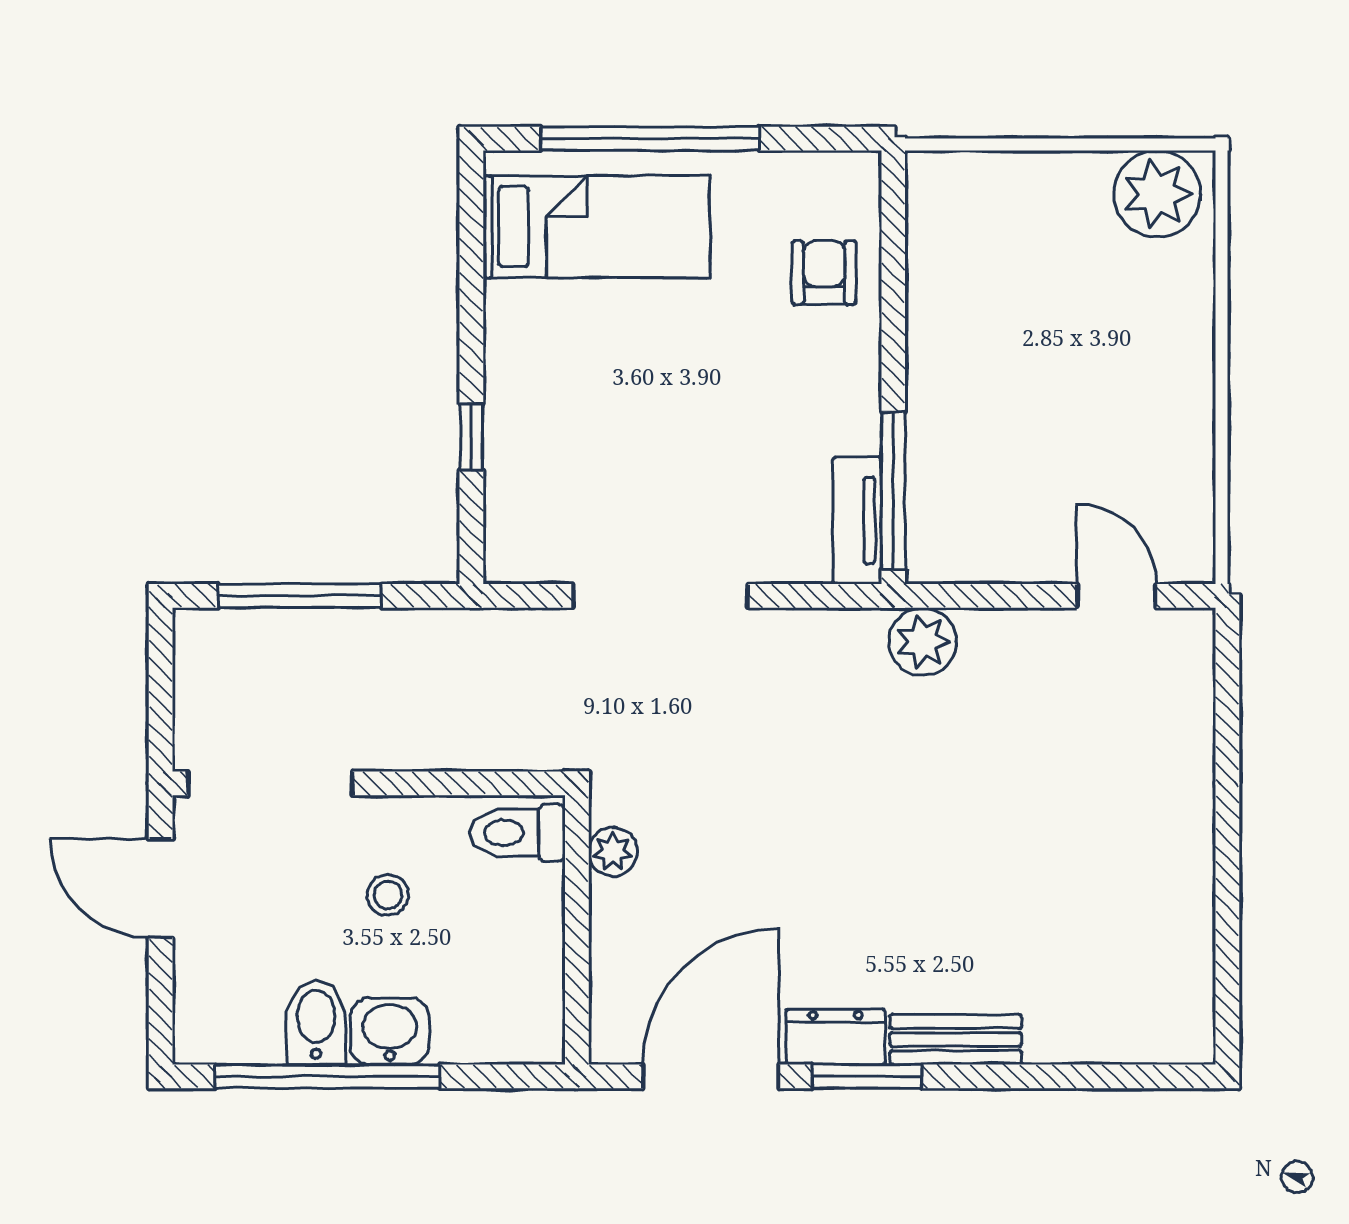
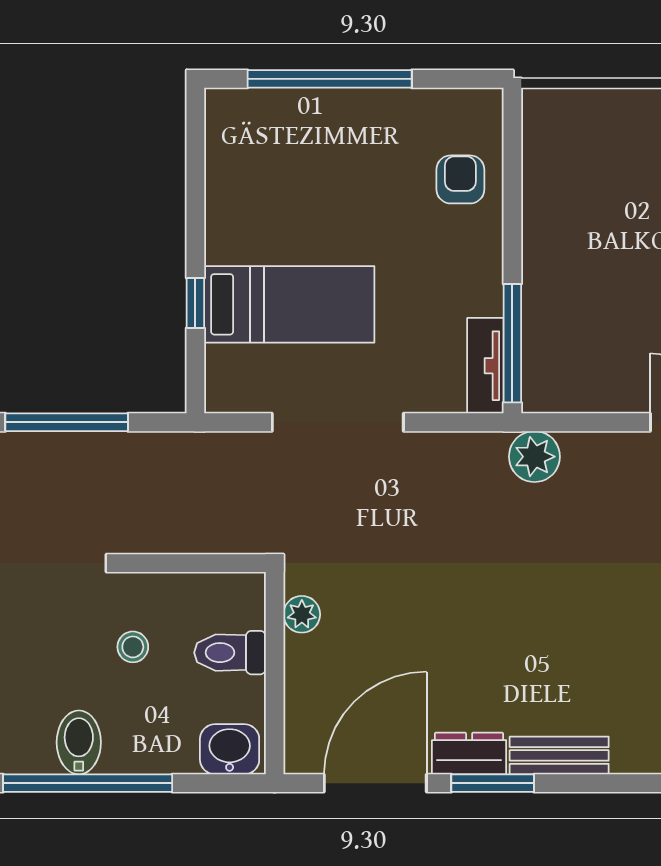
bed: (596, 227) -> (289, 304), moved
toilet: (517, 833) -> (230, 653), moved
washbasin: (390, 1031) -> (230, 749), moved

